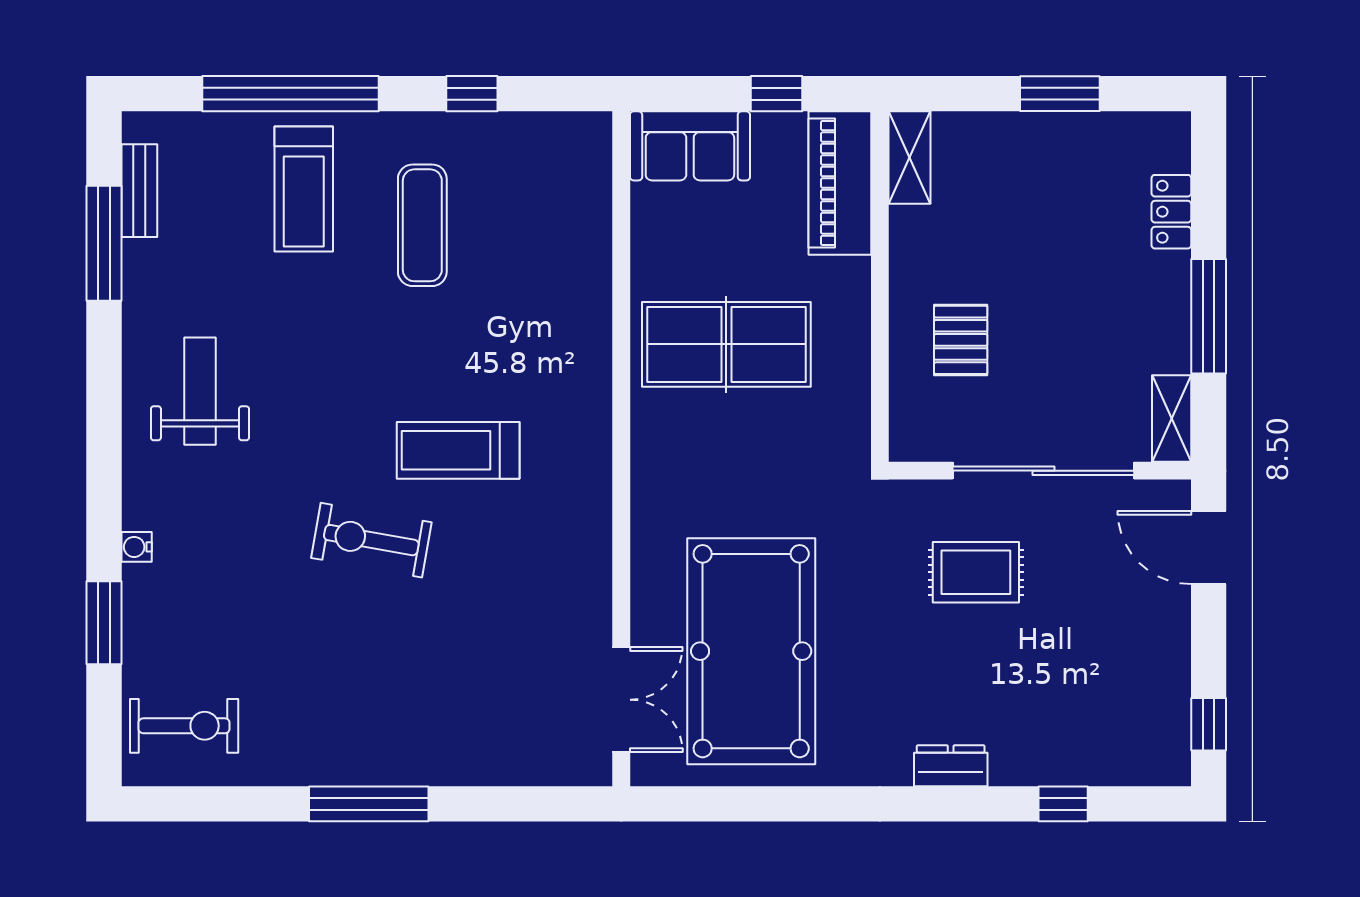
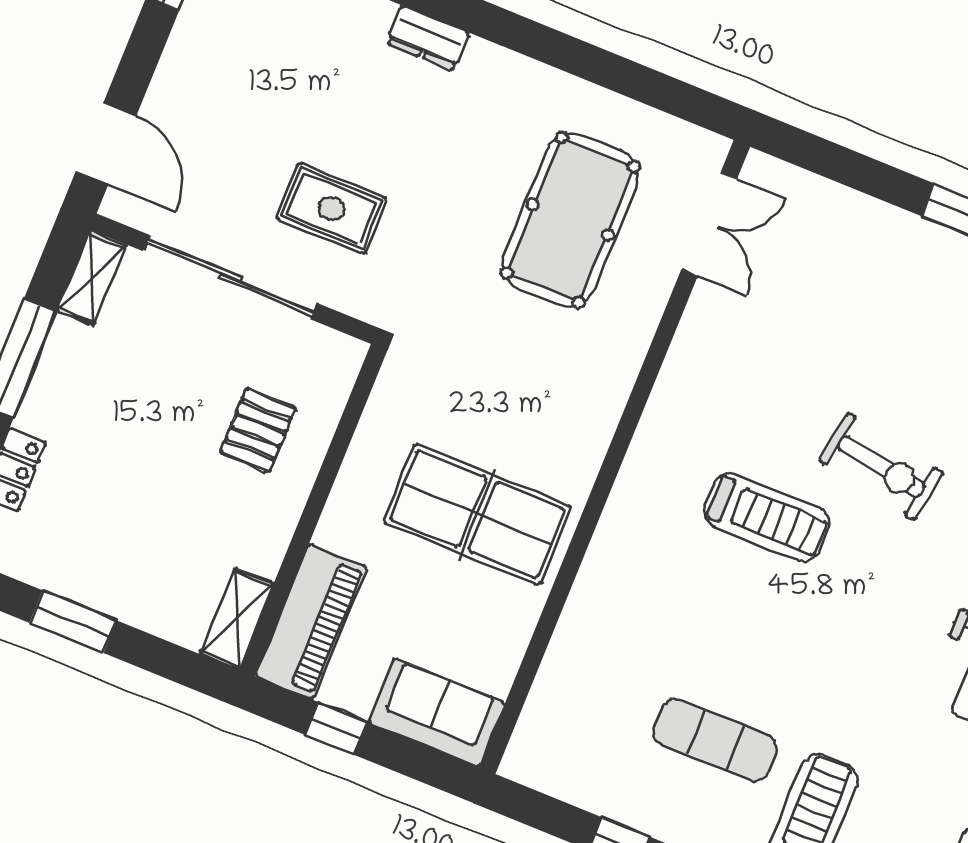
exercise mat: (422, 225) -> (715, 740), turned 90
pool table: (751, 651) -> (570, 220), width x0.73, depth x0.76
double door: (621, 700) -> (709, 224), swing flipped

